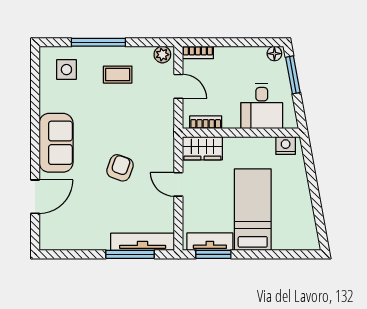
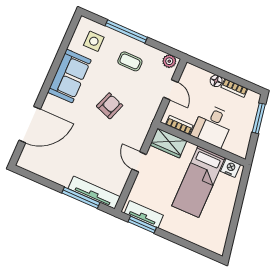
bookcase: (198, 52) -> (234, 88), moved
floor lamp: (274, 54) -> (216, 81), moved
desk: (262, 106) -> (213, 126), moved
sofa: (56, 143) -> (69, 76), moved
armchair: (120, 168) -> (110, 106), moved
door: (35, 197) -> (30, 125), width x1.36
bed: (253, 210) -> (198, 182), moved, turned 180

